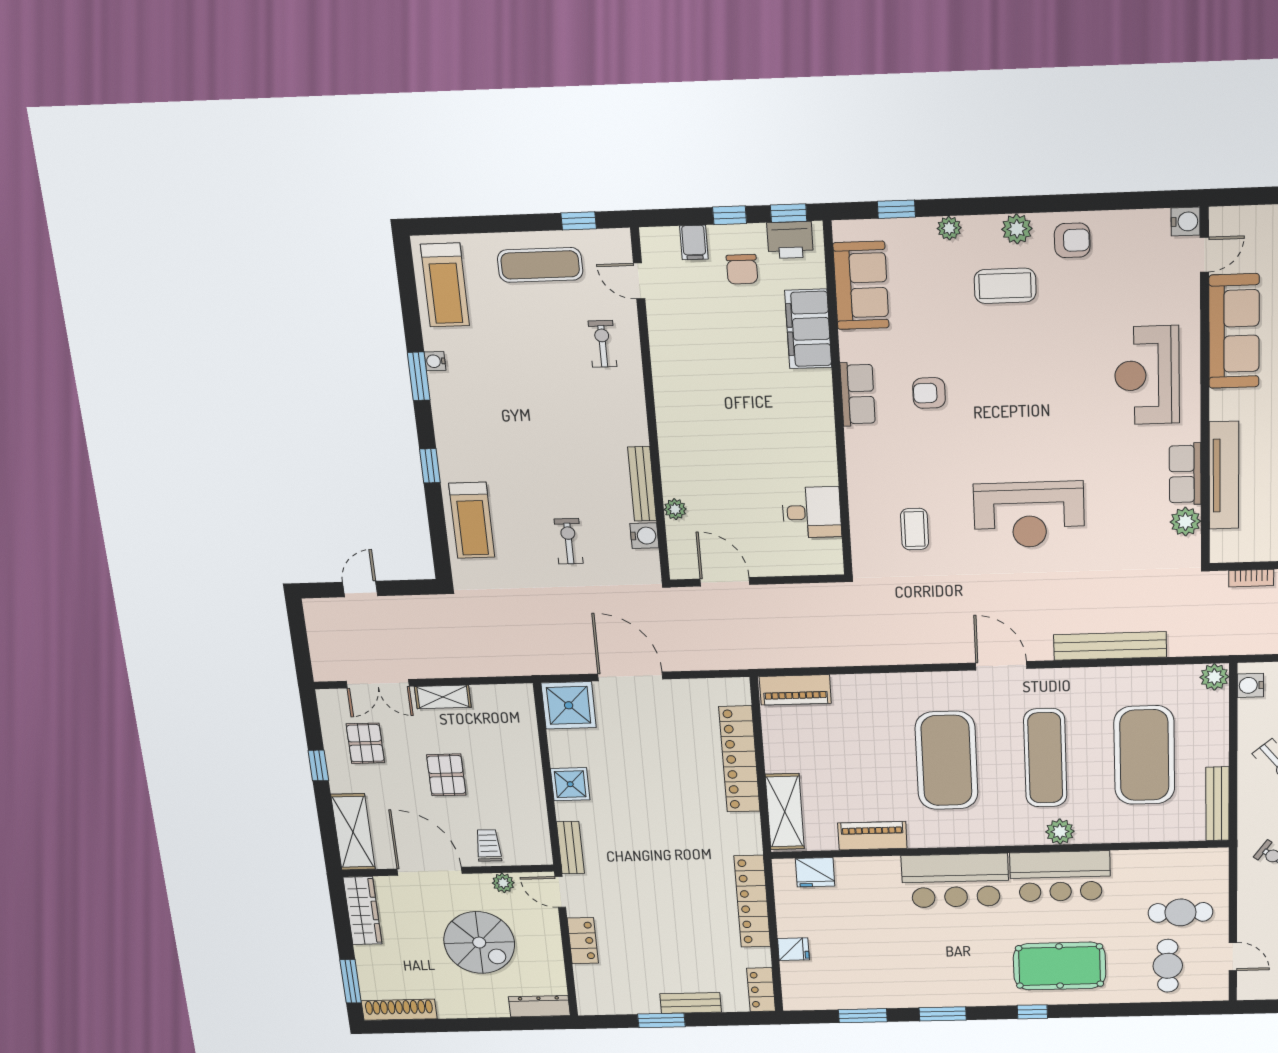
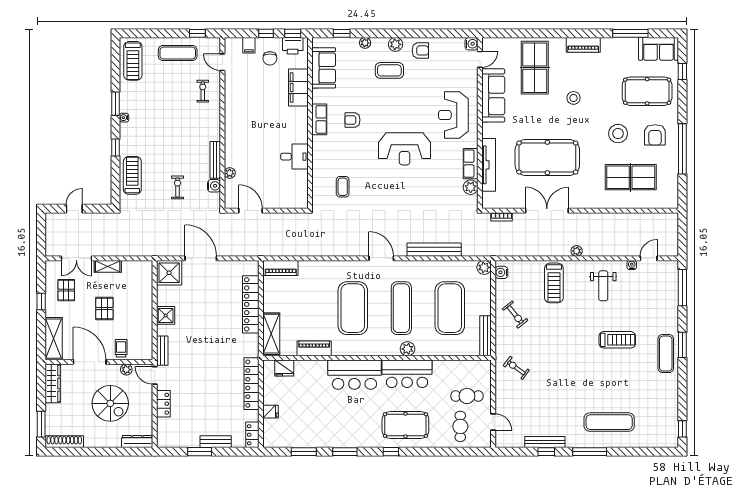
water cooler: (435, 361) -> (124, 118), moved
desk: (812, 512) -> (294, 157), moved
reception desk: (1029, 515) -> (405, 149), moved
treadmill: (472, 520) -> (132, 175), turned 180

